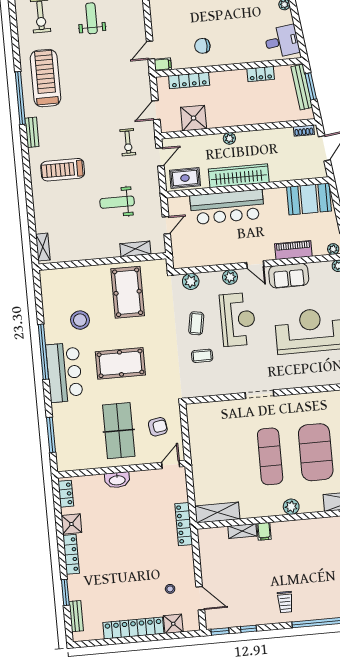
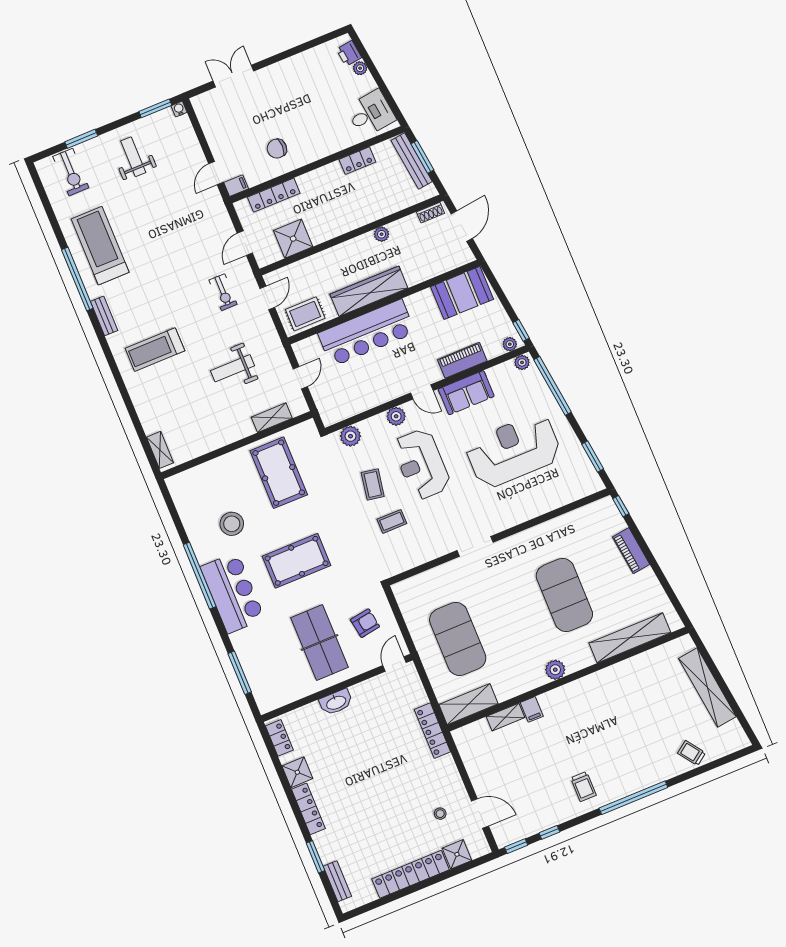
plant: (229, 138) -> (382, 234), moved
reception desk: (238, 319) -> (421, 464), turned 180
exercise mat: (270, 456) -> (458, 639), moved, width x1.47

